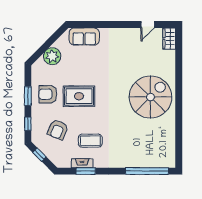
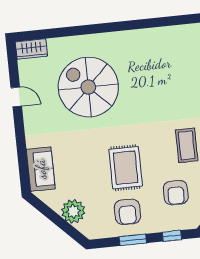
door: (148, 25) -> (16, 97), moved
spiral stairs: (150, 97) -> (88, 87), moved
armchair: (58, 130) -> (176, 193), turned 67

